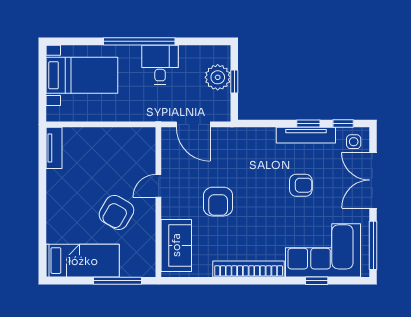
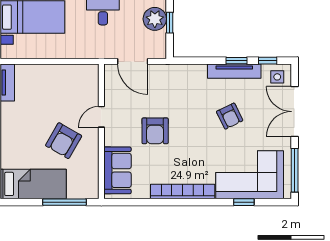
armchair: (301, 185) -> (230, 116), turned 64

